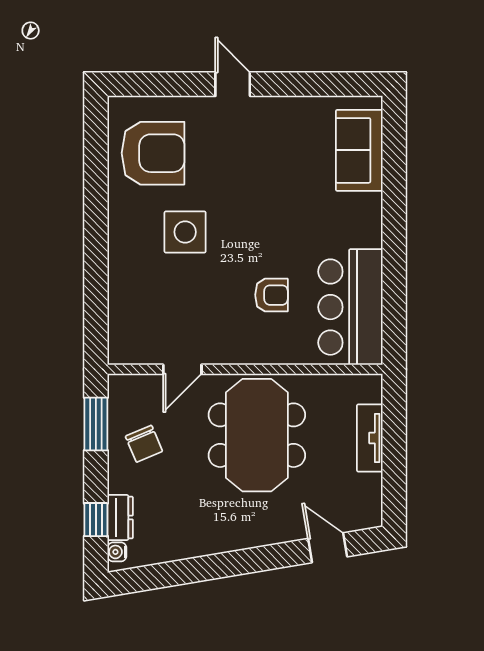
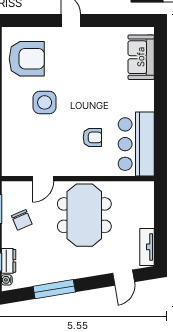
tv unit: (370, 438) -> (147, 247), moved
door: (328, 548) -> (124, 278), swing flipped
window: (202, 569) -> (54, 289), added

